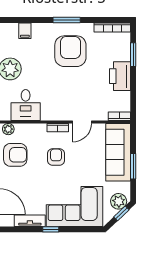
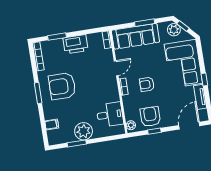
door: (82, 122) -> (116, 68), hinge flipped

